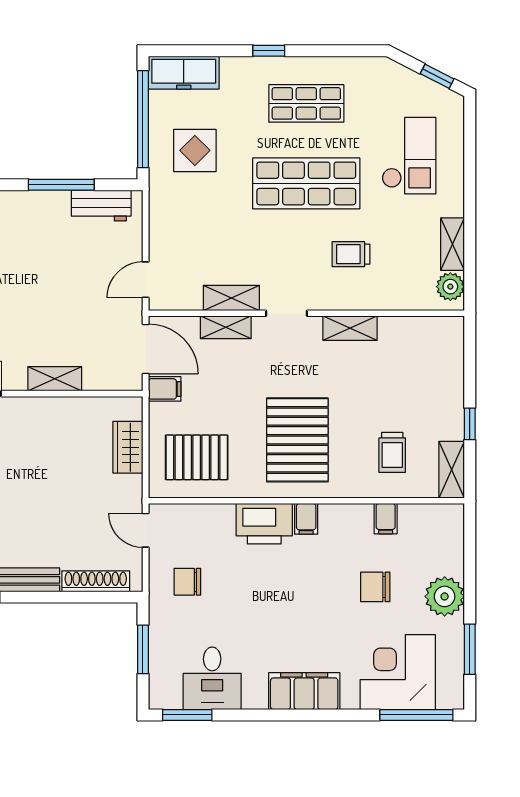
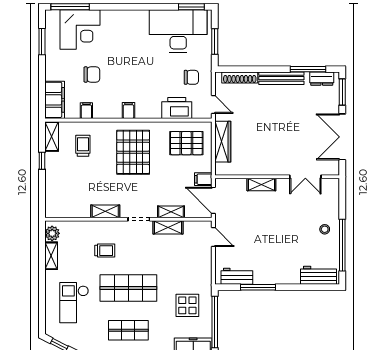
door: (146, 280) -> (213, 237), hinge flipped
wardrobe: (128, 447) -> (223, 142), width x1.50
printer: (264, 524) -> (177, 108), moved
plant: (445, 596) -> (55, 69), removed
desk: (212, 678) -> (178, 31), width x1.87, depth x1.30
filing cabinet: (304, 691) -> (55, 100), moved, turned -90

